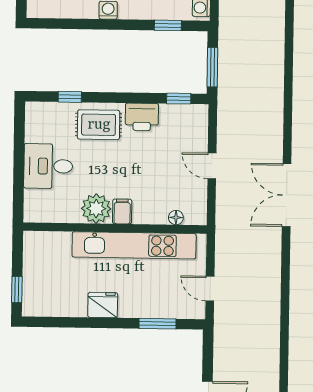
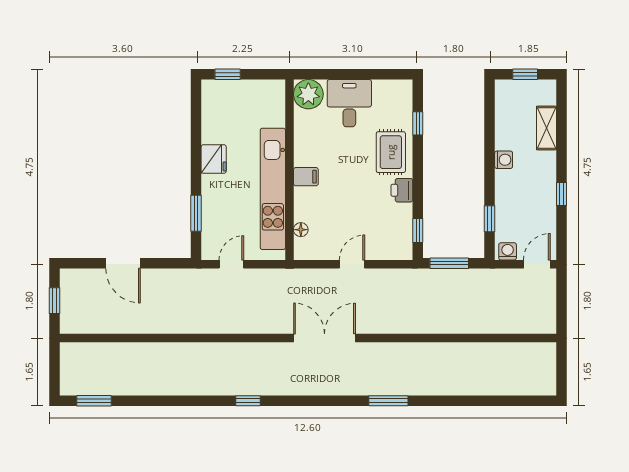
printer: (142, 117) -> (402, 190), width x0.73, depth x0.81
plant: (96, 209) -> (308, 94), moved

